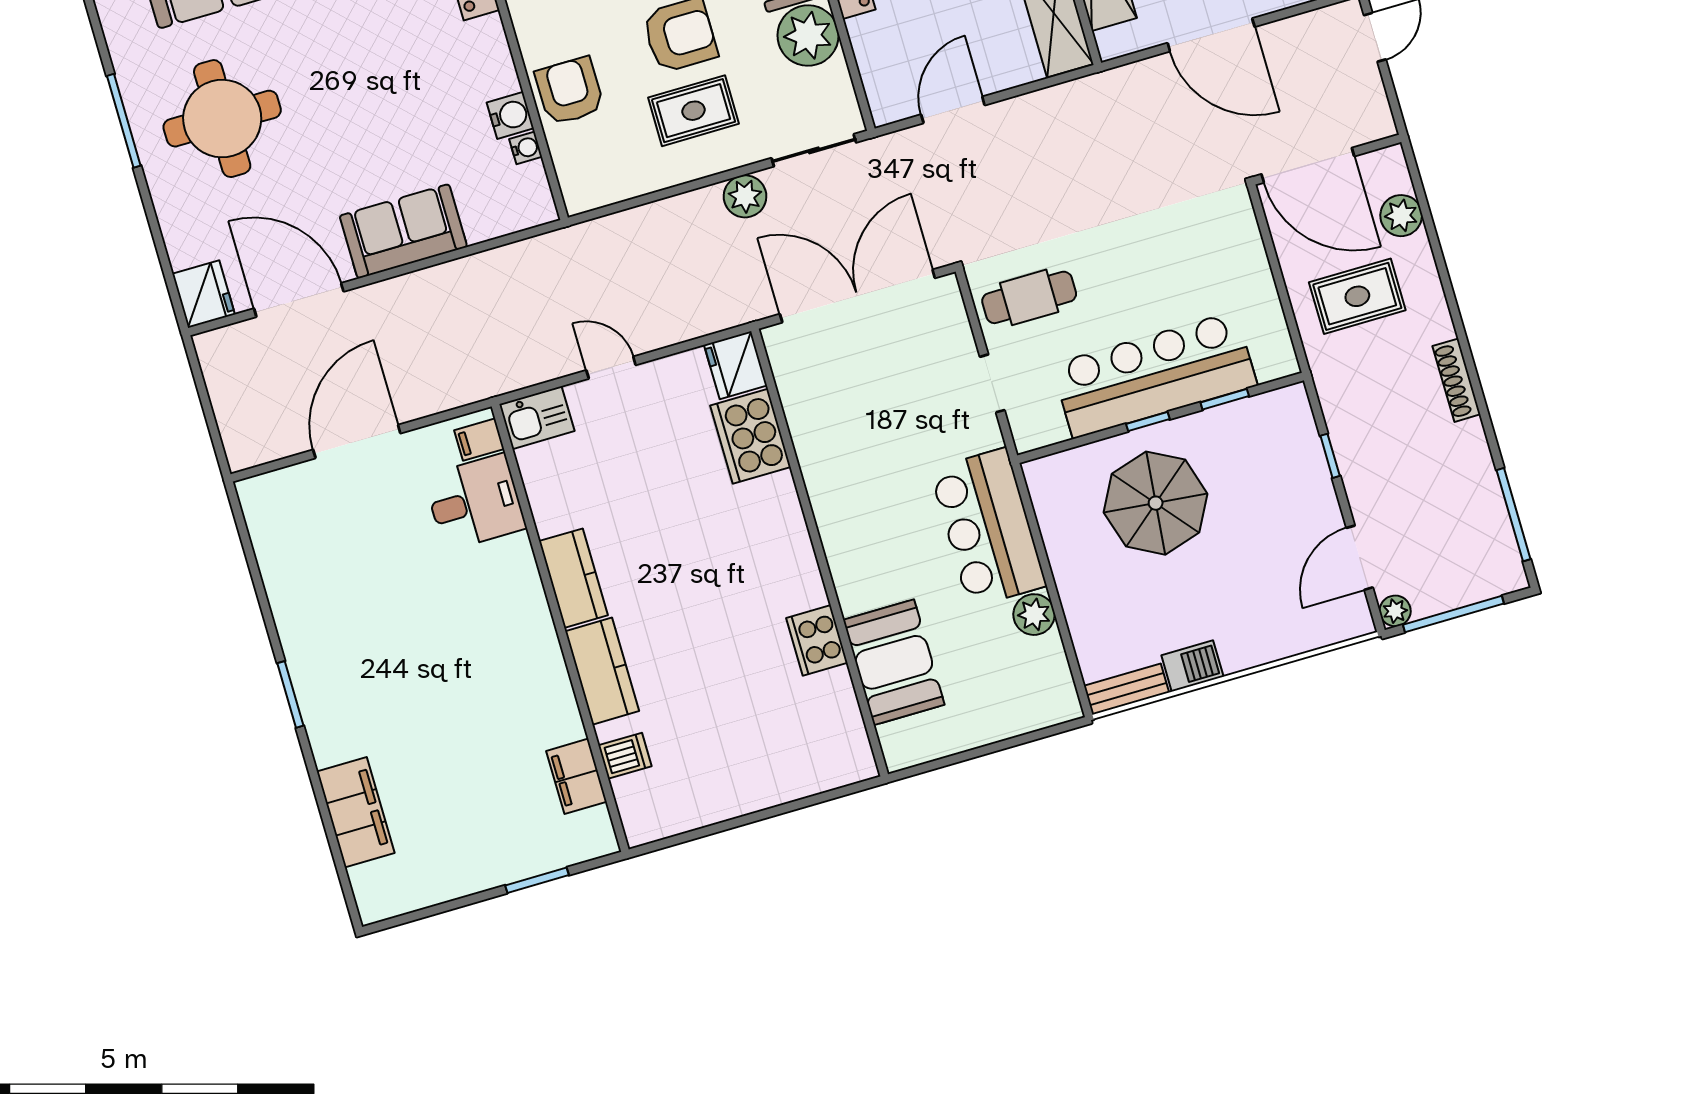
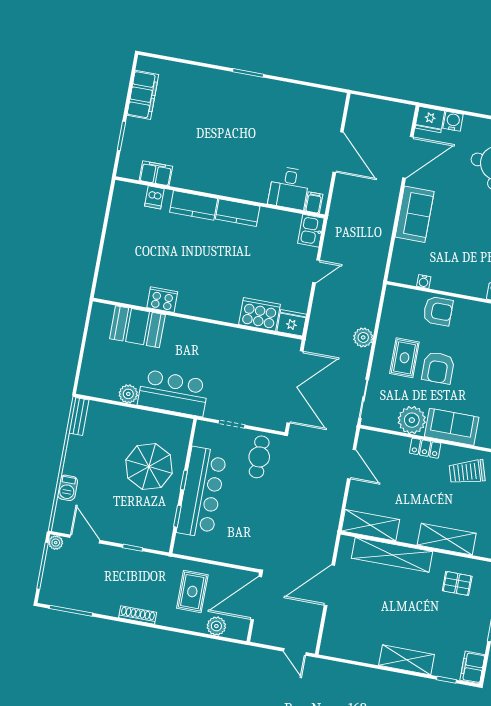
water cooler: (510, 115) -> (453, 121), moved, turned 180
plant: (745, 196) -> (363, 337), moved
barbecue: (1192, 666) -> (67, 488), moved
filing cabinet: (356, 812) -> (143, 95), moved, turned -90

